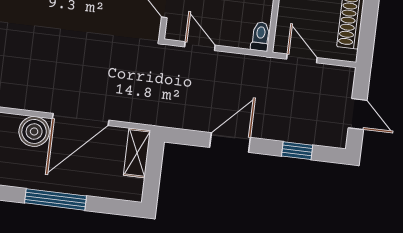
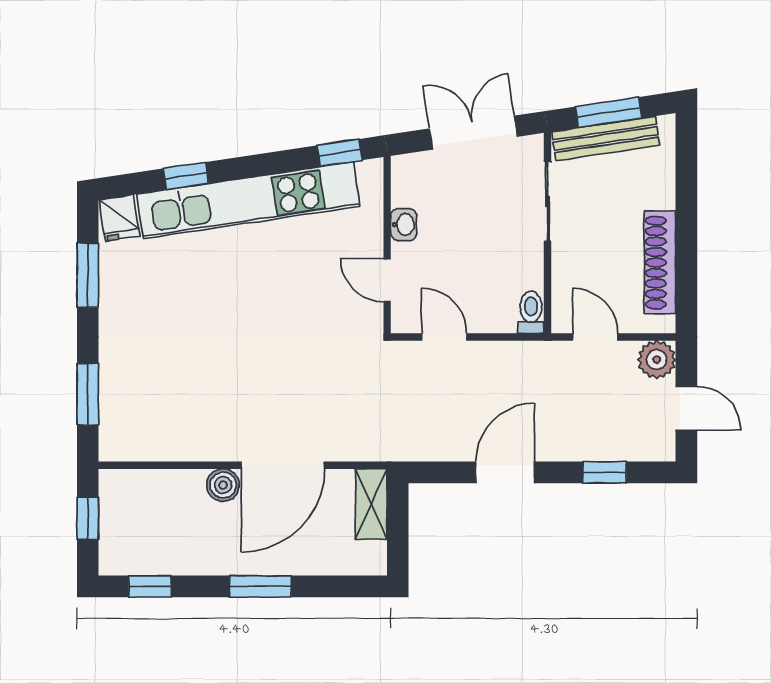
plant: (342, 79) -> (657, 360), added
boiler: (34, 131) -> (223, 485), width x0.73, depth x0.73
window: (55, 199) -> (260, 586), width x0.69

